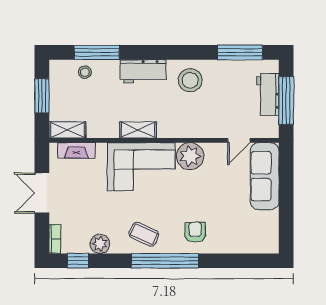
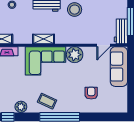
workbench: (268, 94) -> (121, 31), moved
armchair: (195, 232) -> (91, 93), moved

